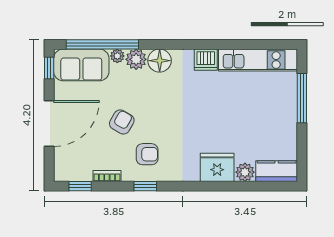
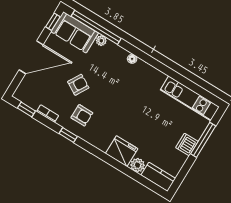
plant: (136, 59) -> (112, 50), removed
dishwasher: (206, 60) -> (187, 145), moved, turned 90
floor lamp: (160, 61) -> (132, 59), width x0.53, depth x0.53

